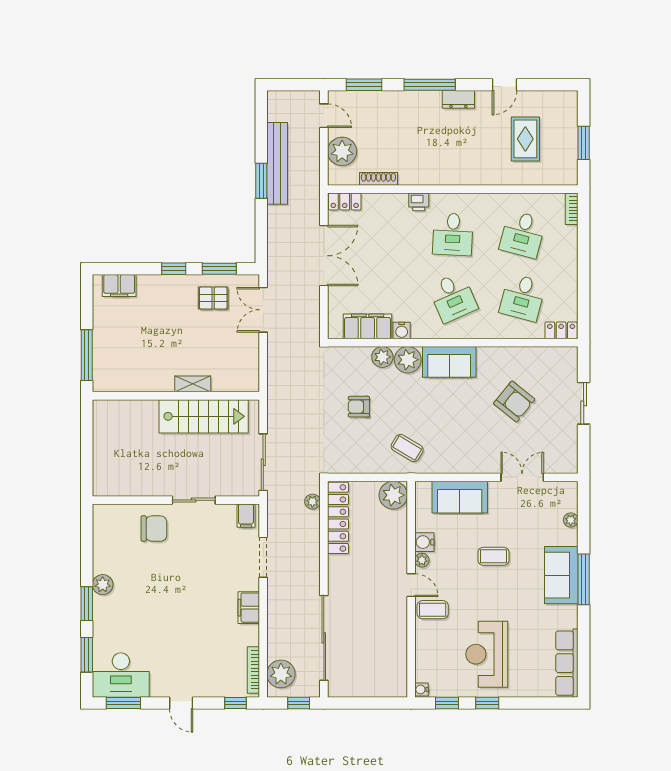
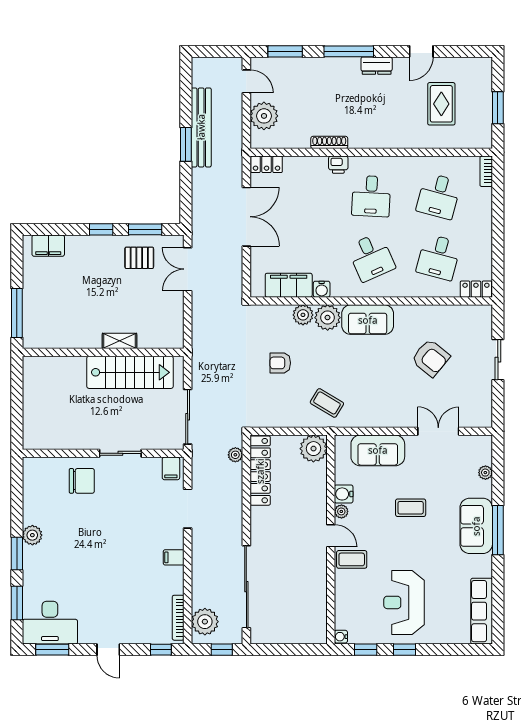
shoe rack: (378, 179) -> (329, 142), moved
filing cabinet: (249, 608) -> (174, 557), width x0.50

